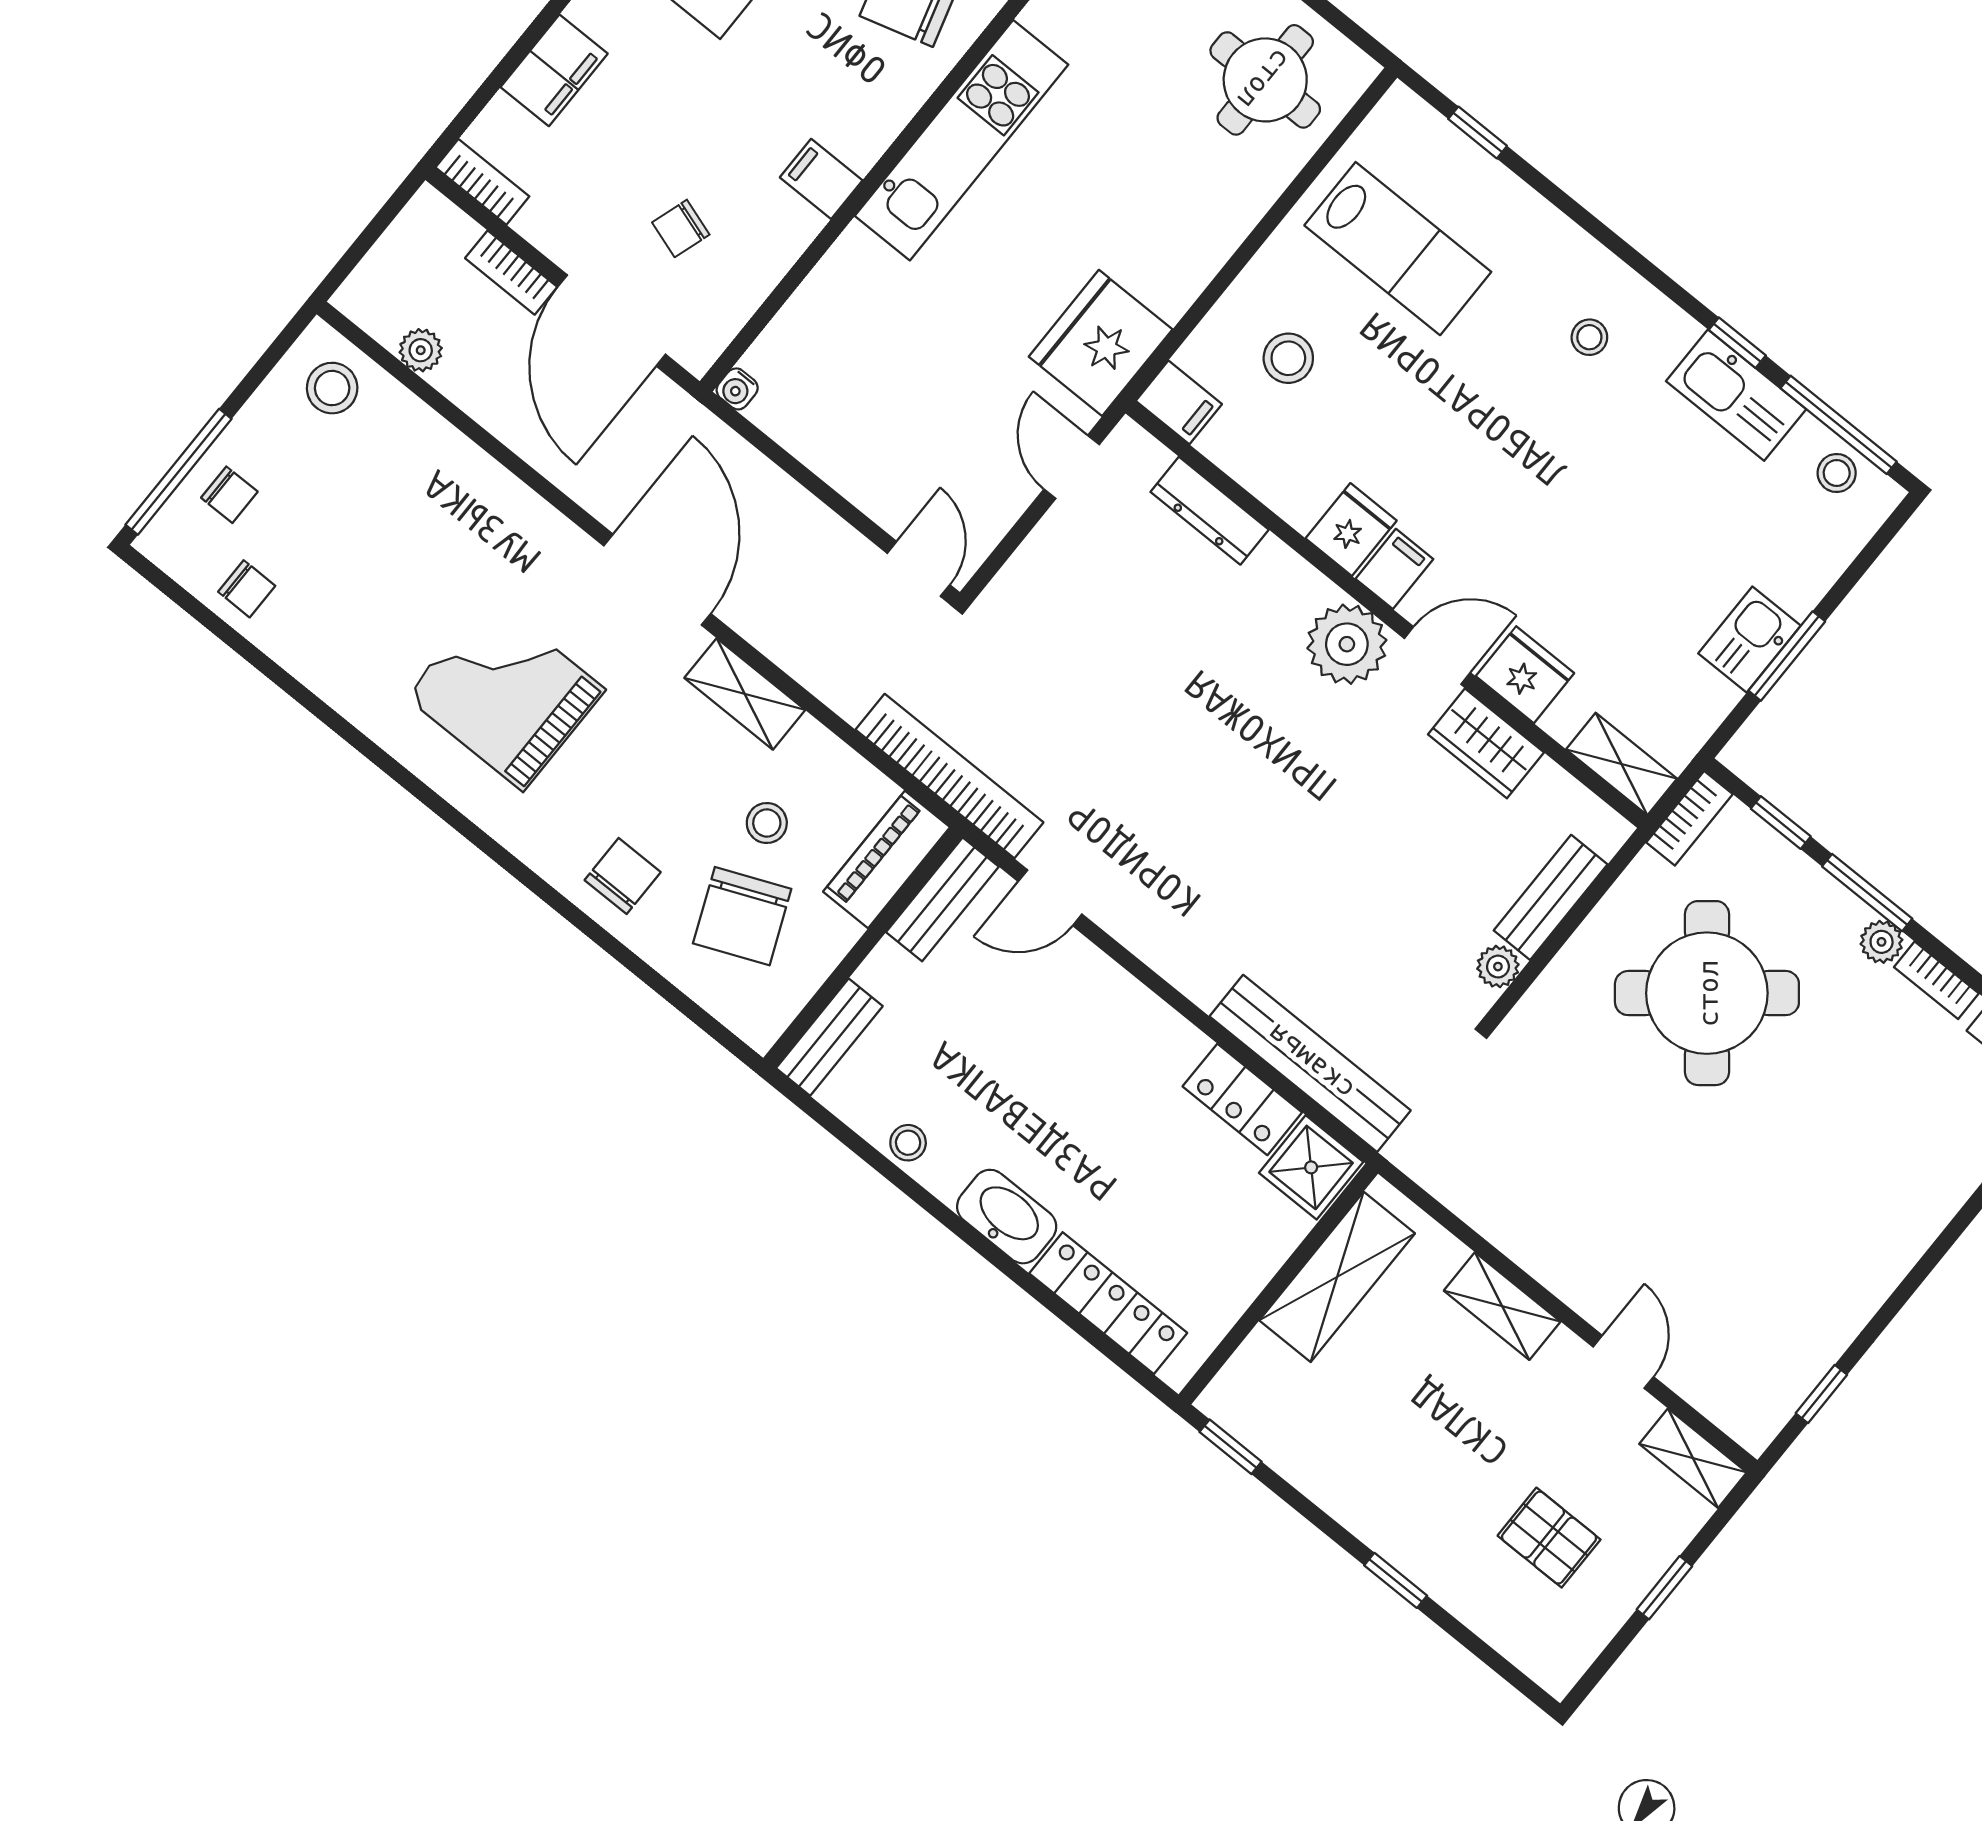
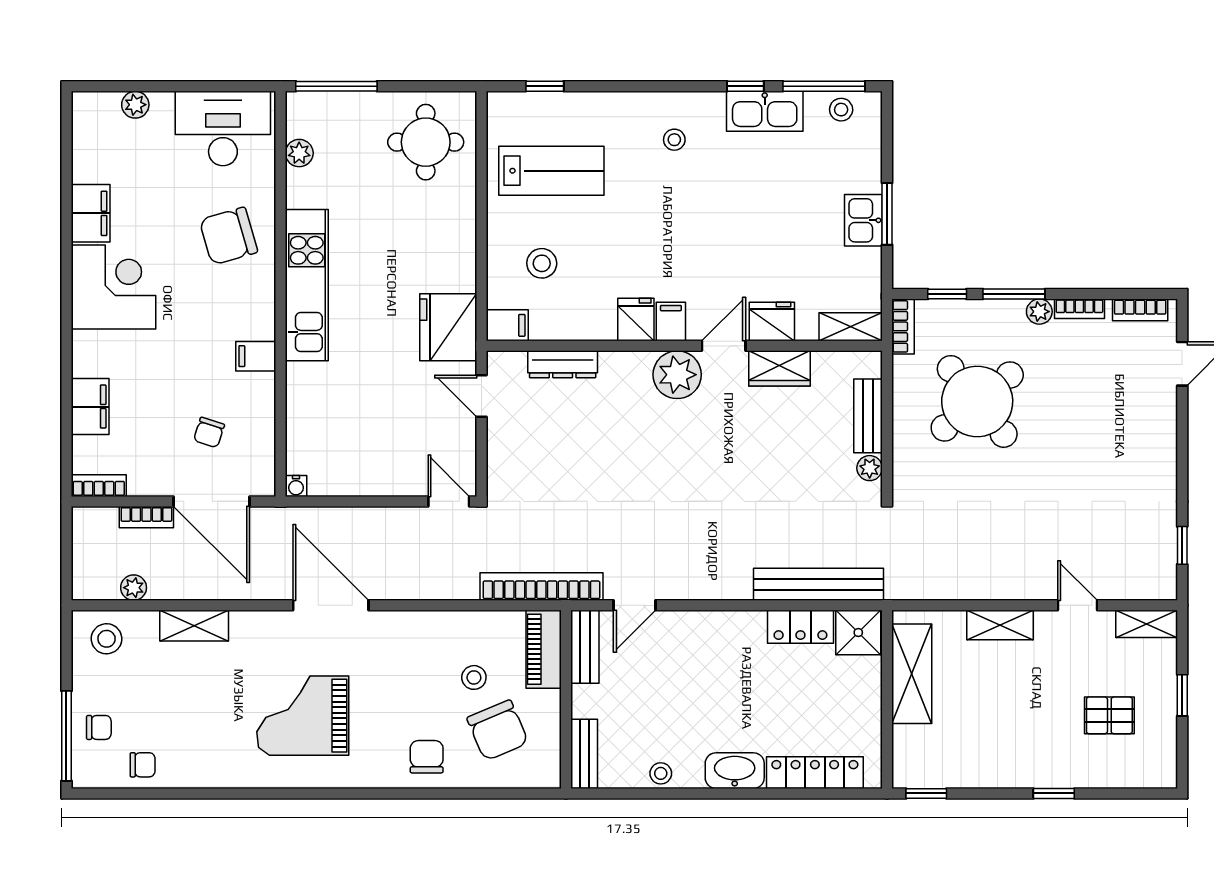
shelving: (745, 694) -> (194, 626), moved

